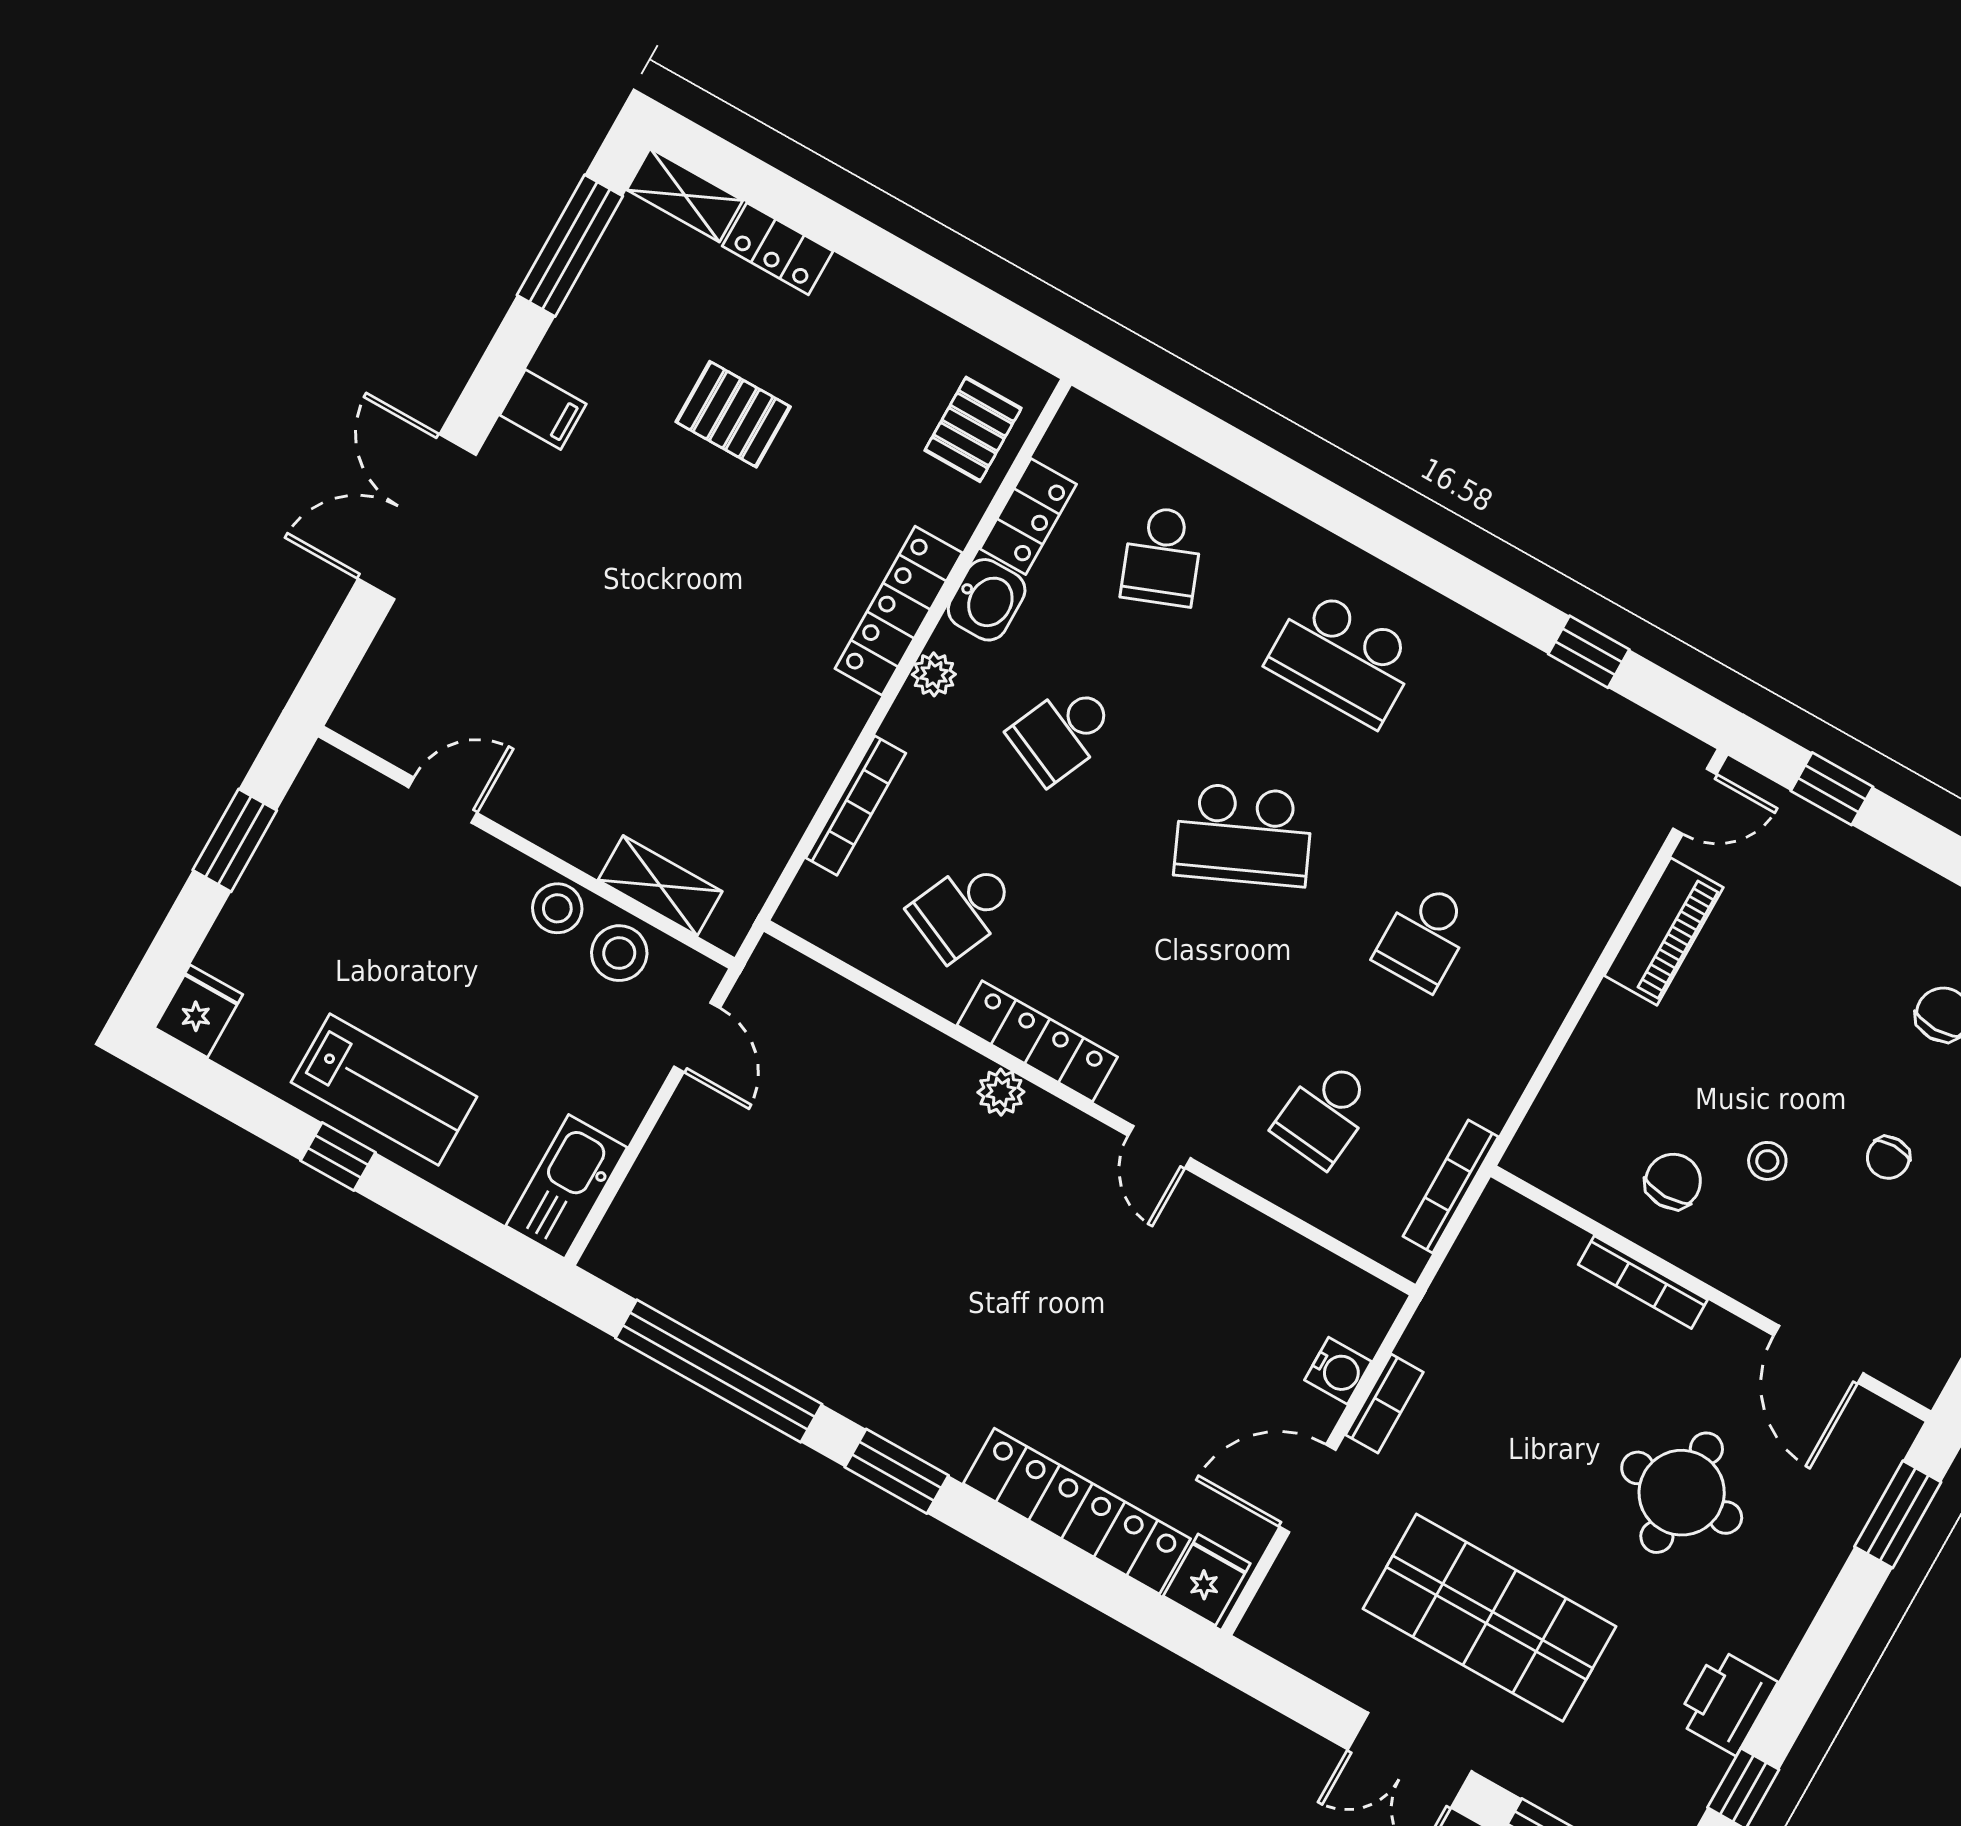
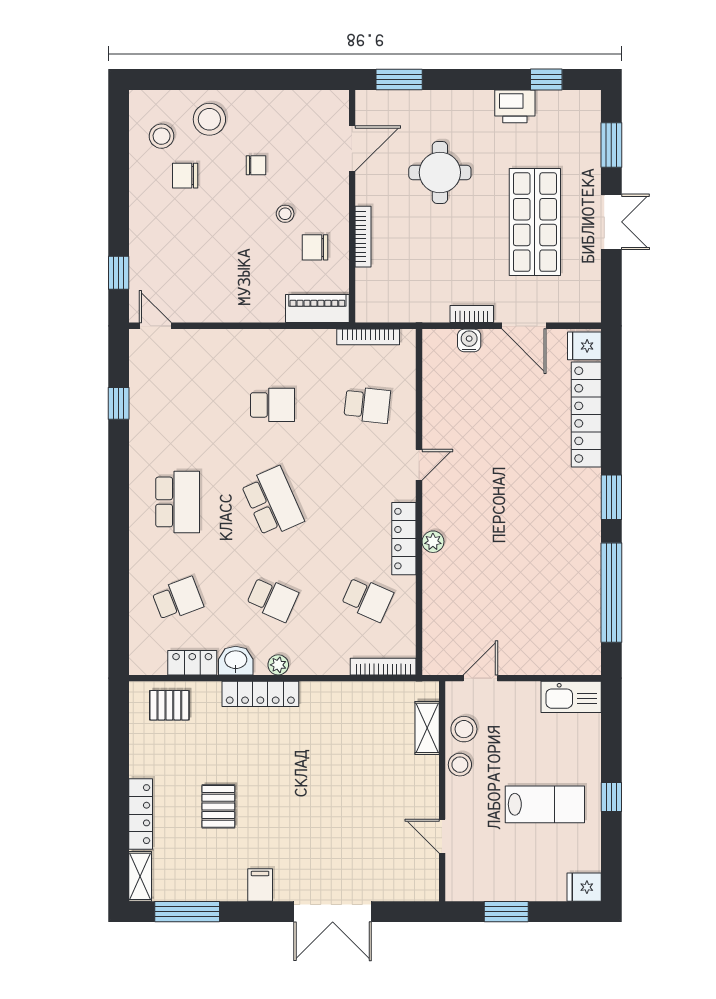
locker: (778, 249) -> (141, 814), width x1.53
bookcase: (856, 806) -> (383, 667), moved
piano: (1664, 932) -> (317, 309), moved
lab bench: (384, 1090) -> (545, 804), moved, turned 90

